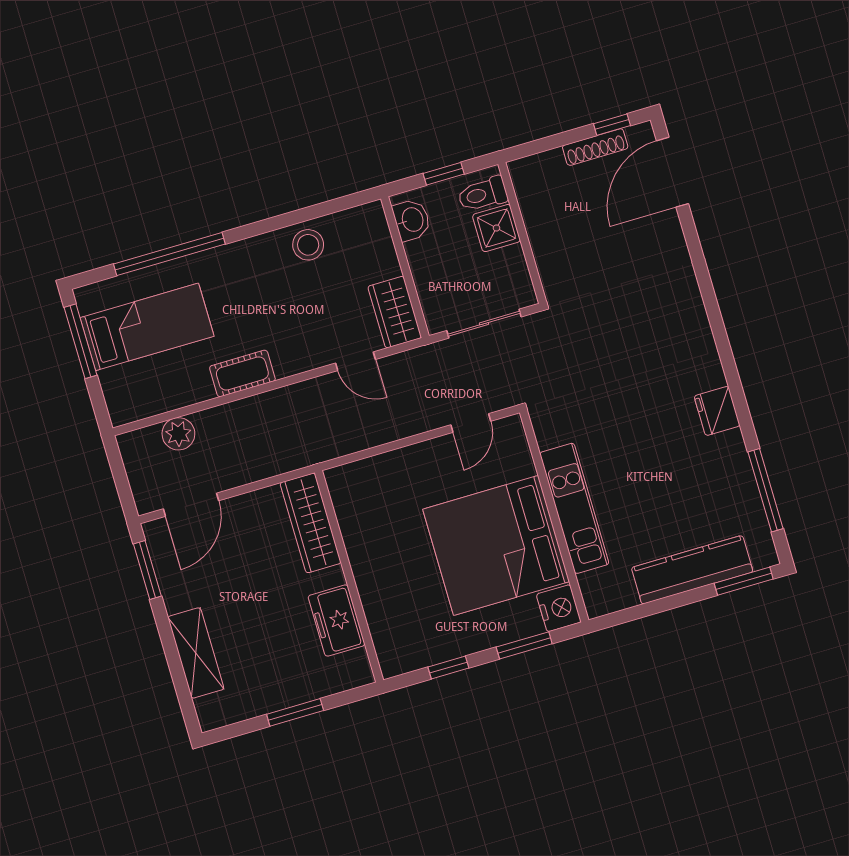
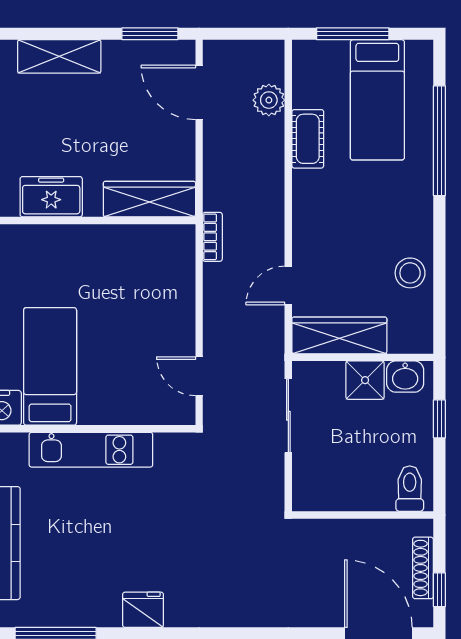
toilet: (483, 194) -> (410, 489), moved
shower: (496, 228) -> (365, 380), moved
wall: (522, 233) -> (363, 515), moved
wardrobe: (395, 312) -> (339, 335), width x1.50
window: (80, 341) -> (353, 34), moved
cot: (242, 373) -> (308, 139), moved
bookcase: (329, 450) -> (212, 237), added
bed: (496, 545) -> (50, 366), width x0.49

